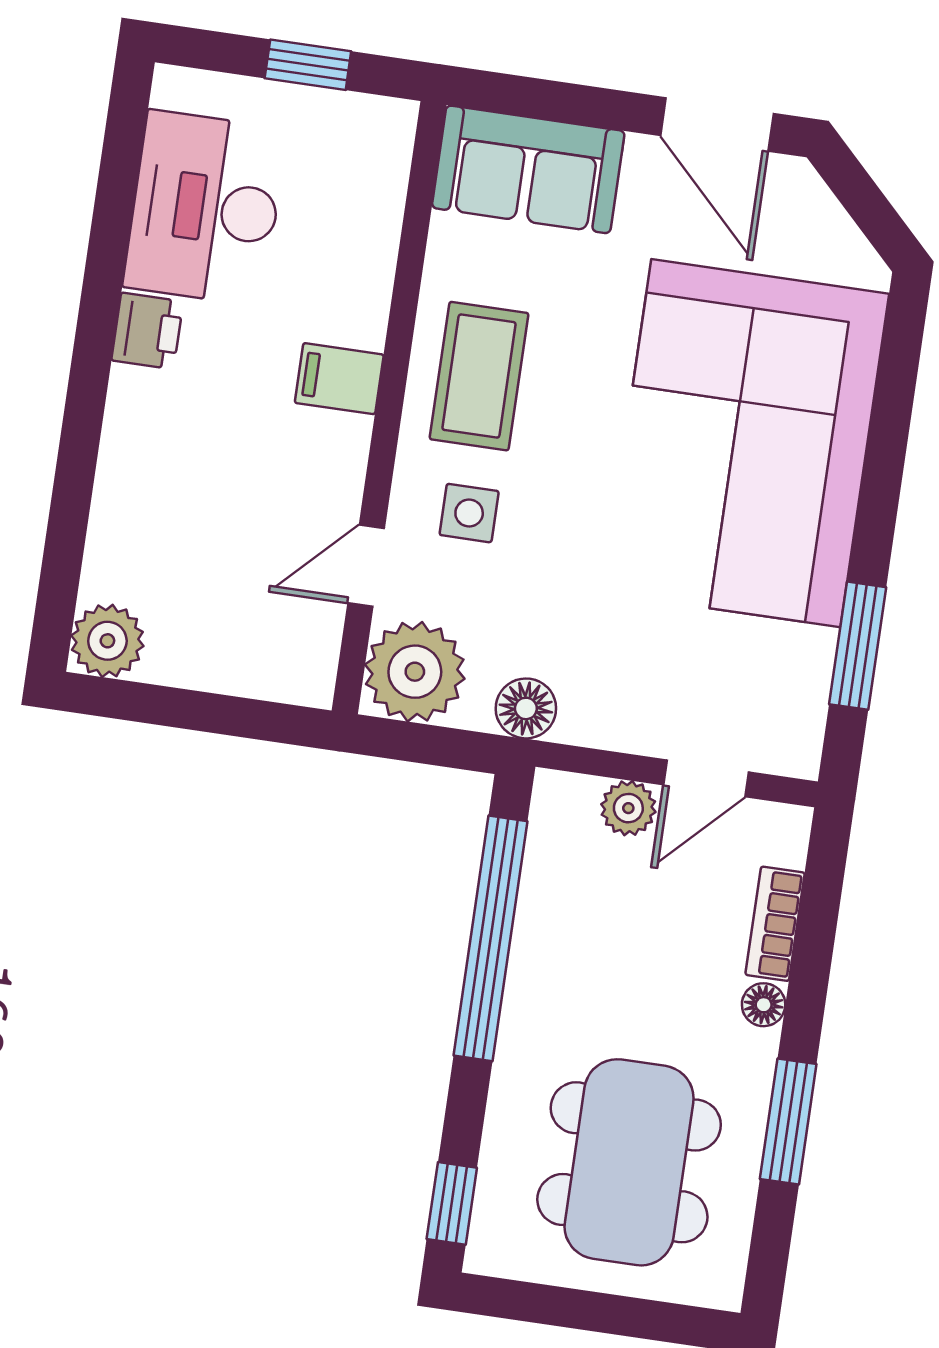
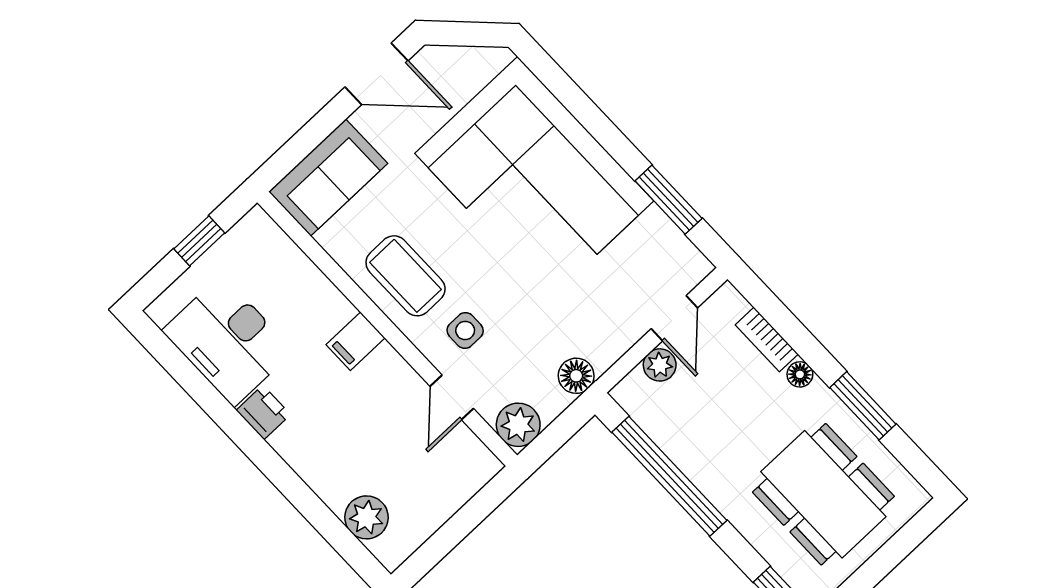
plant: (107, 641) -> (367, 517), moved
plant: (415, 672) -> (518, 425), width x0.73, depth x0.73

